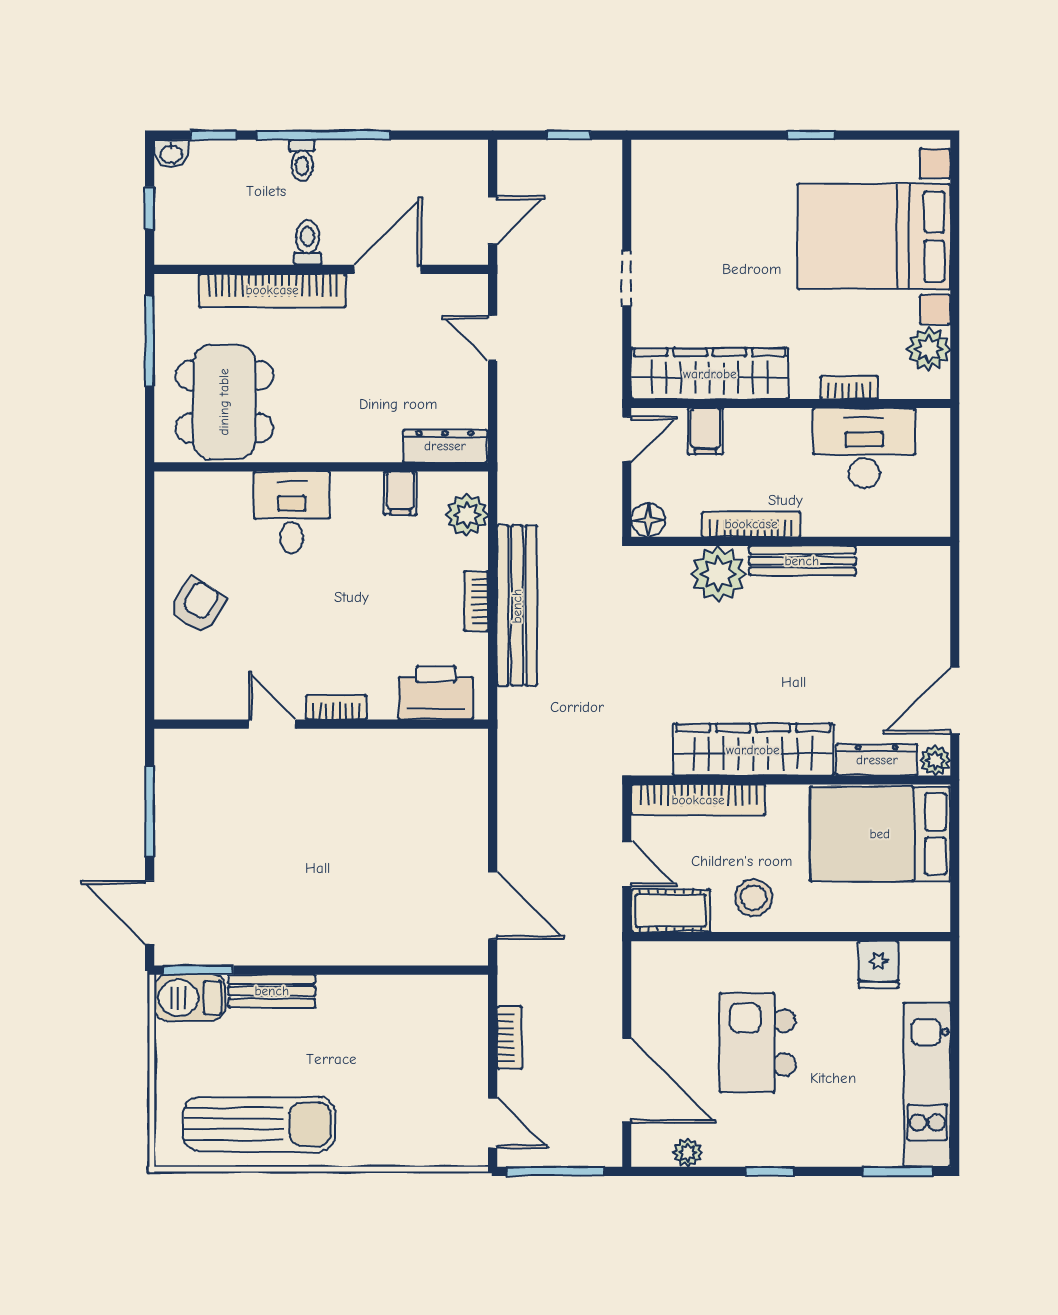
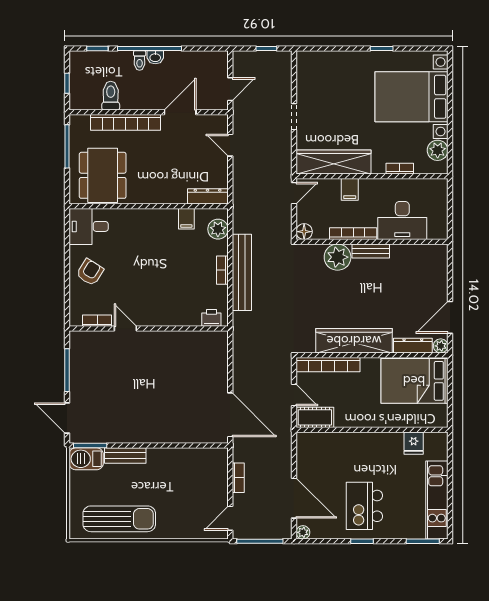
washbasin: (171, 153) -> (155, 57), moved
toilet: (308, 243) -> (111, 96), moved, width x1.37, depth x1.39
filing cabinet: (705, 431) -> (350, 189), moved
desk: (864, 448) -> (402, 220), moved, turned 180
desk: (292, 512) -> (89, 226), moved, turned -90
bench: (802, 561) -> (371, 251), width x0.73
printer: (436, 693) -> (211, 318), width x0.53, depth x0.68
bookcase: (336, 707) -> (97, 321), moved
stool: (754, 898) -> (354, 411), removed
door: (493, 906) -> (230, 415), width x1.36
kitchen island: (758, 1043) -> (364, 506), moved
door: (493, 1123) -> (230, 518), swing flipped
plant: (688, 1153) -> (303, 532), moved

